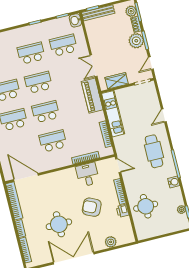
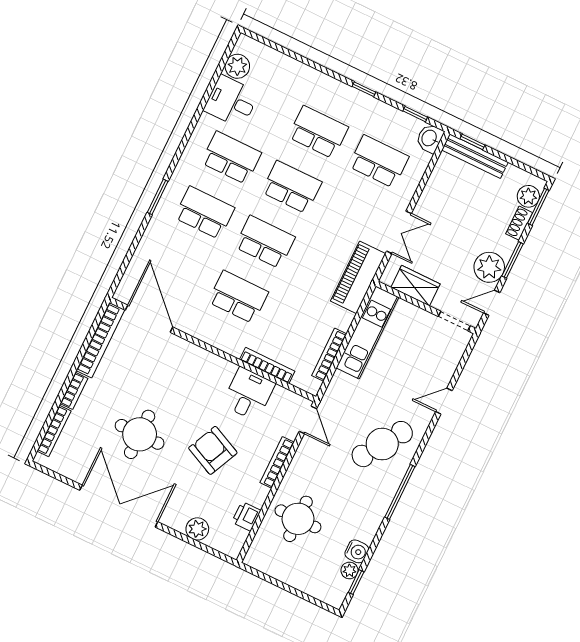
plant: (136, 41) -> (489, 267), moved
double door: (93, 66) -> (399, 232), swing flipped
cafe table: (154, 151) -> (382, 444), turned 33
water cooler: (174, 182) -> (357, 551), moved
printer: (123, 211) -> (246, 516), moved

